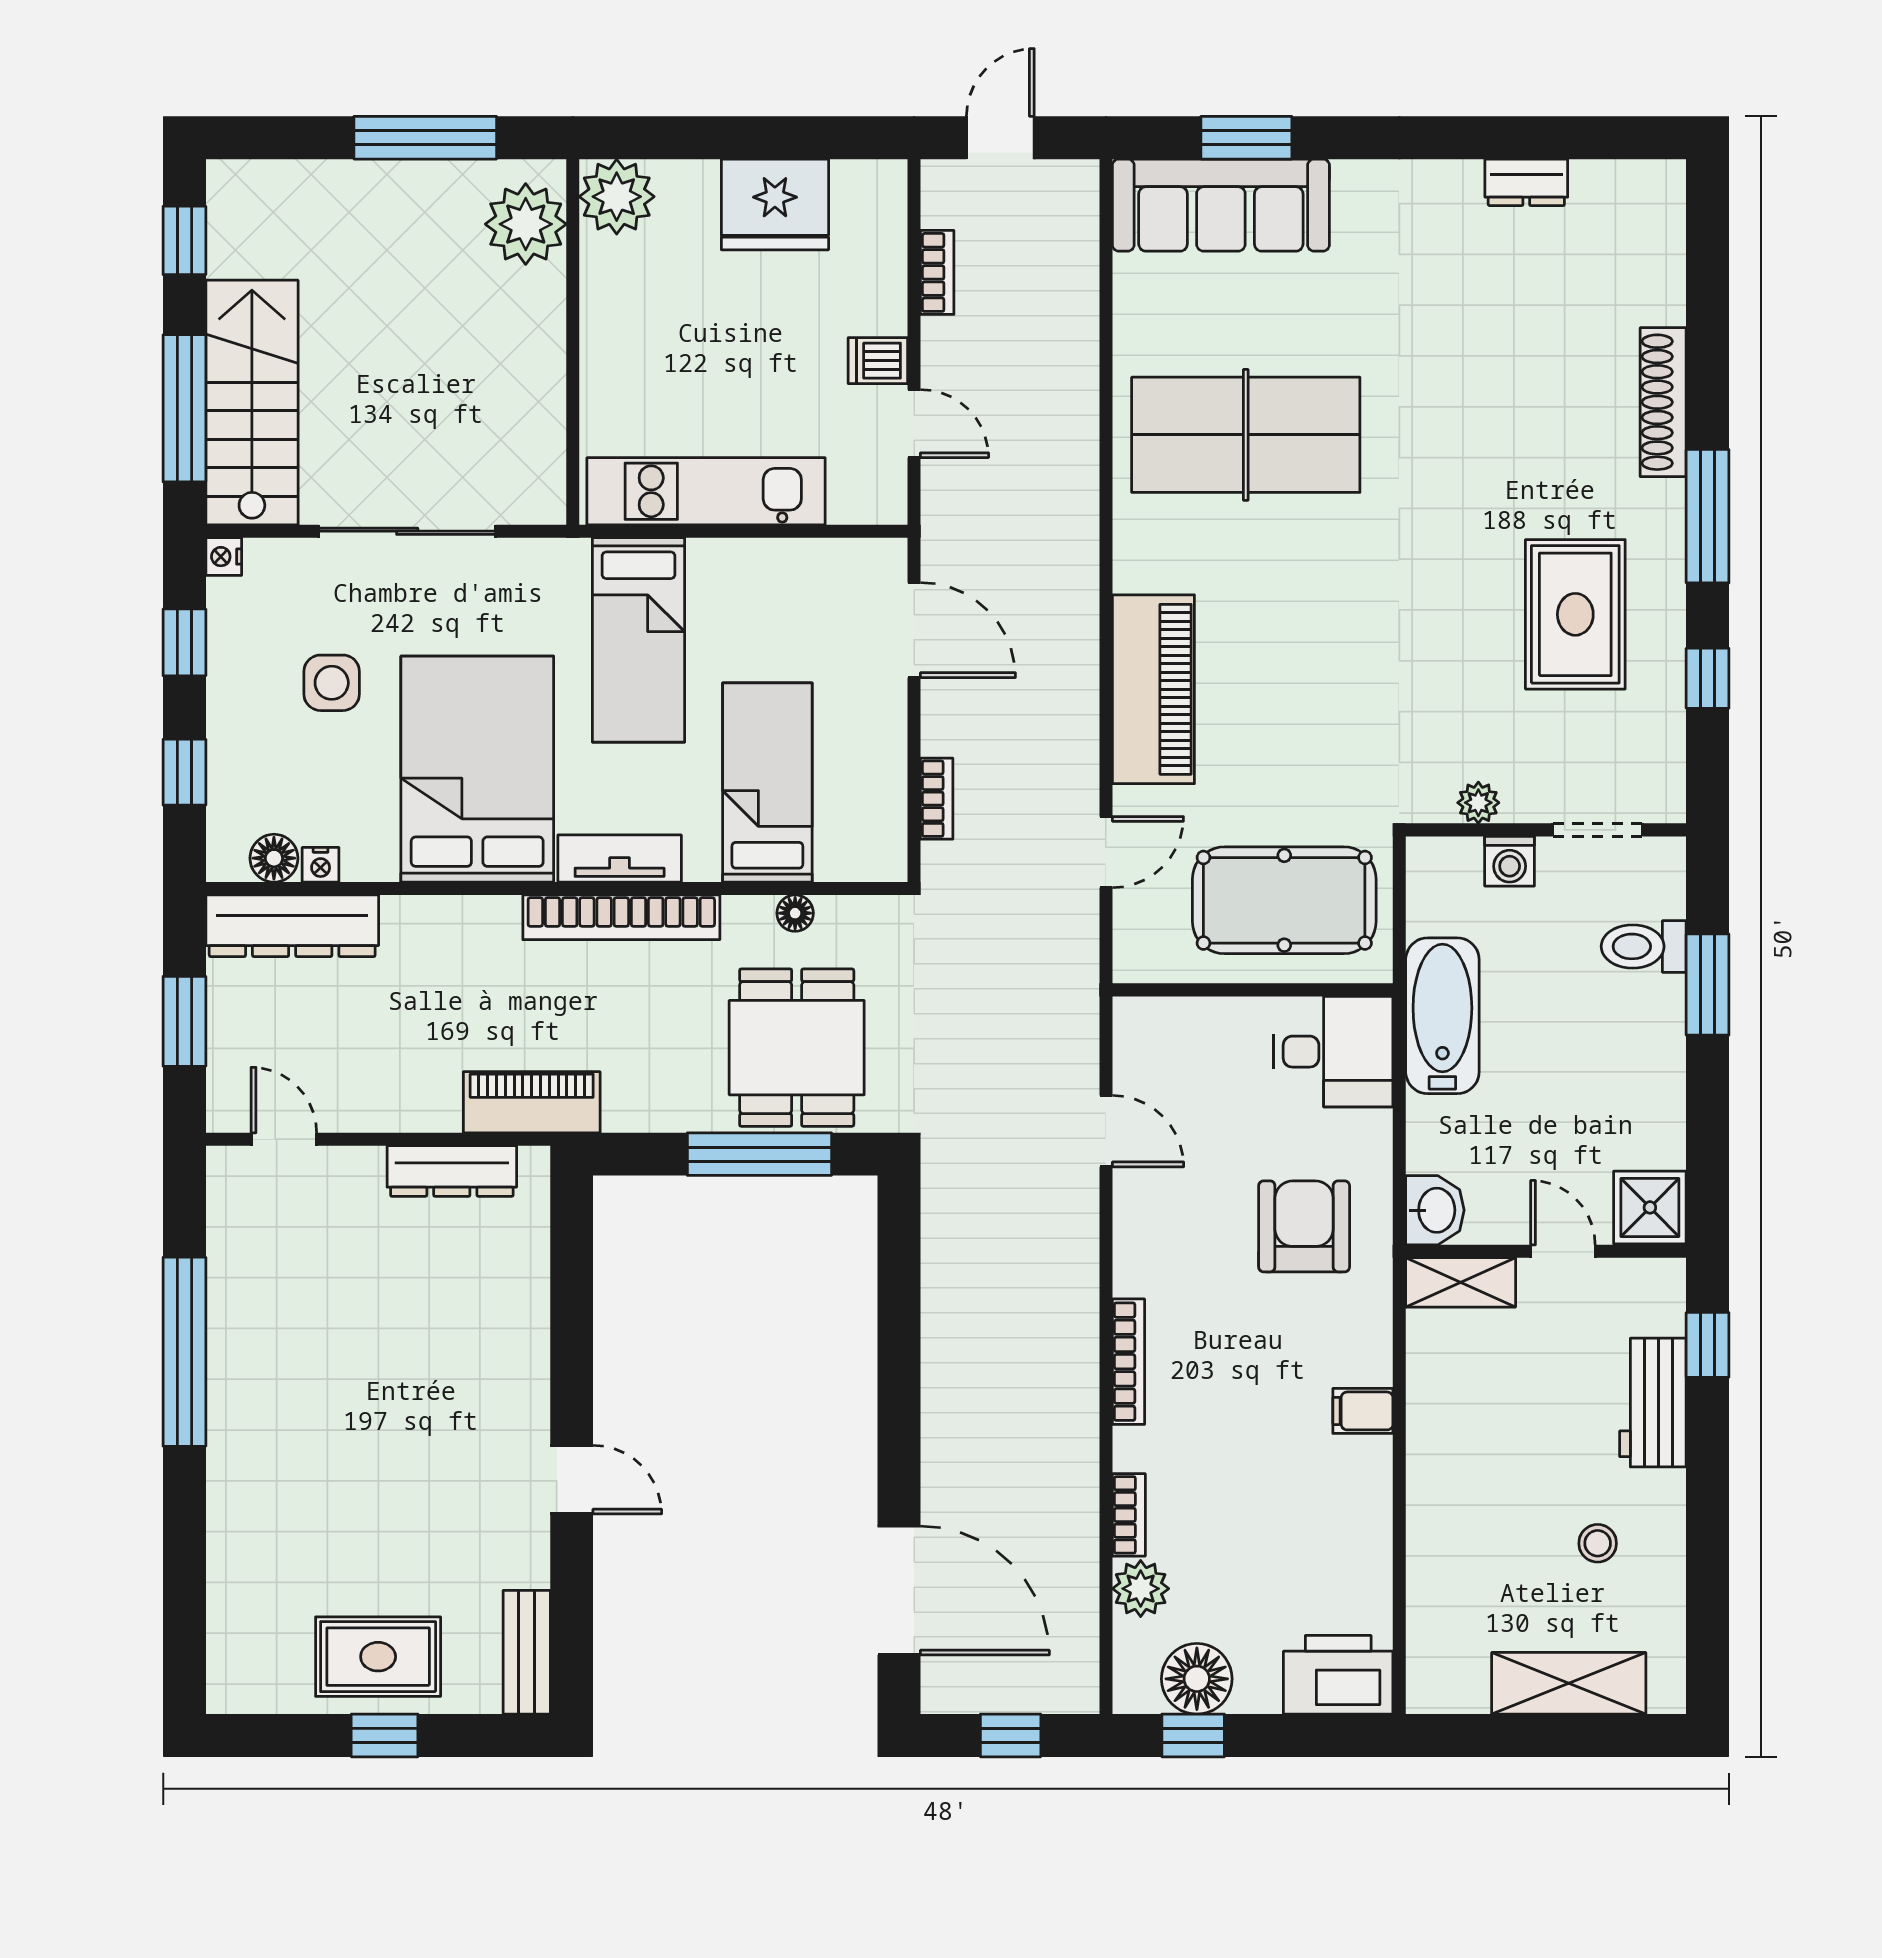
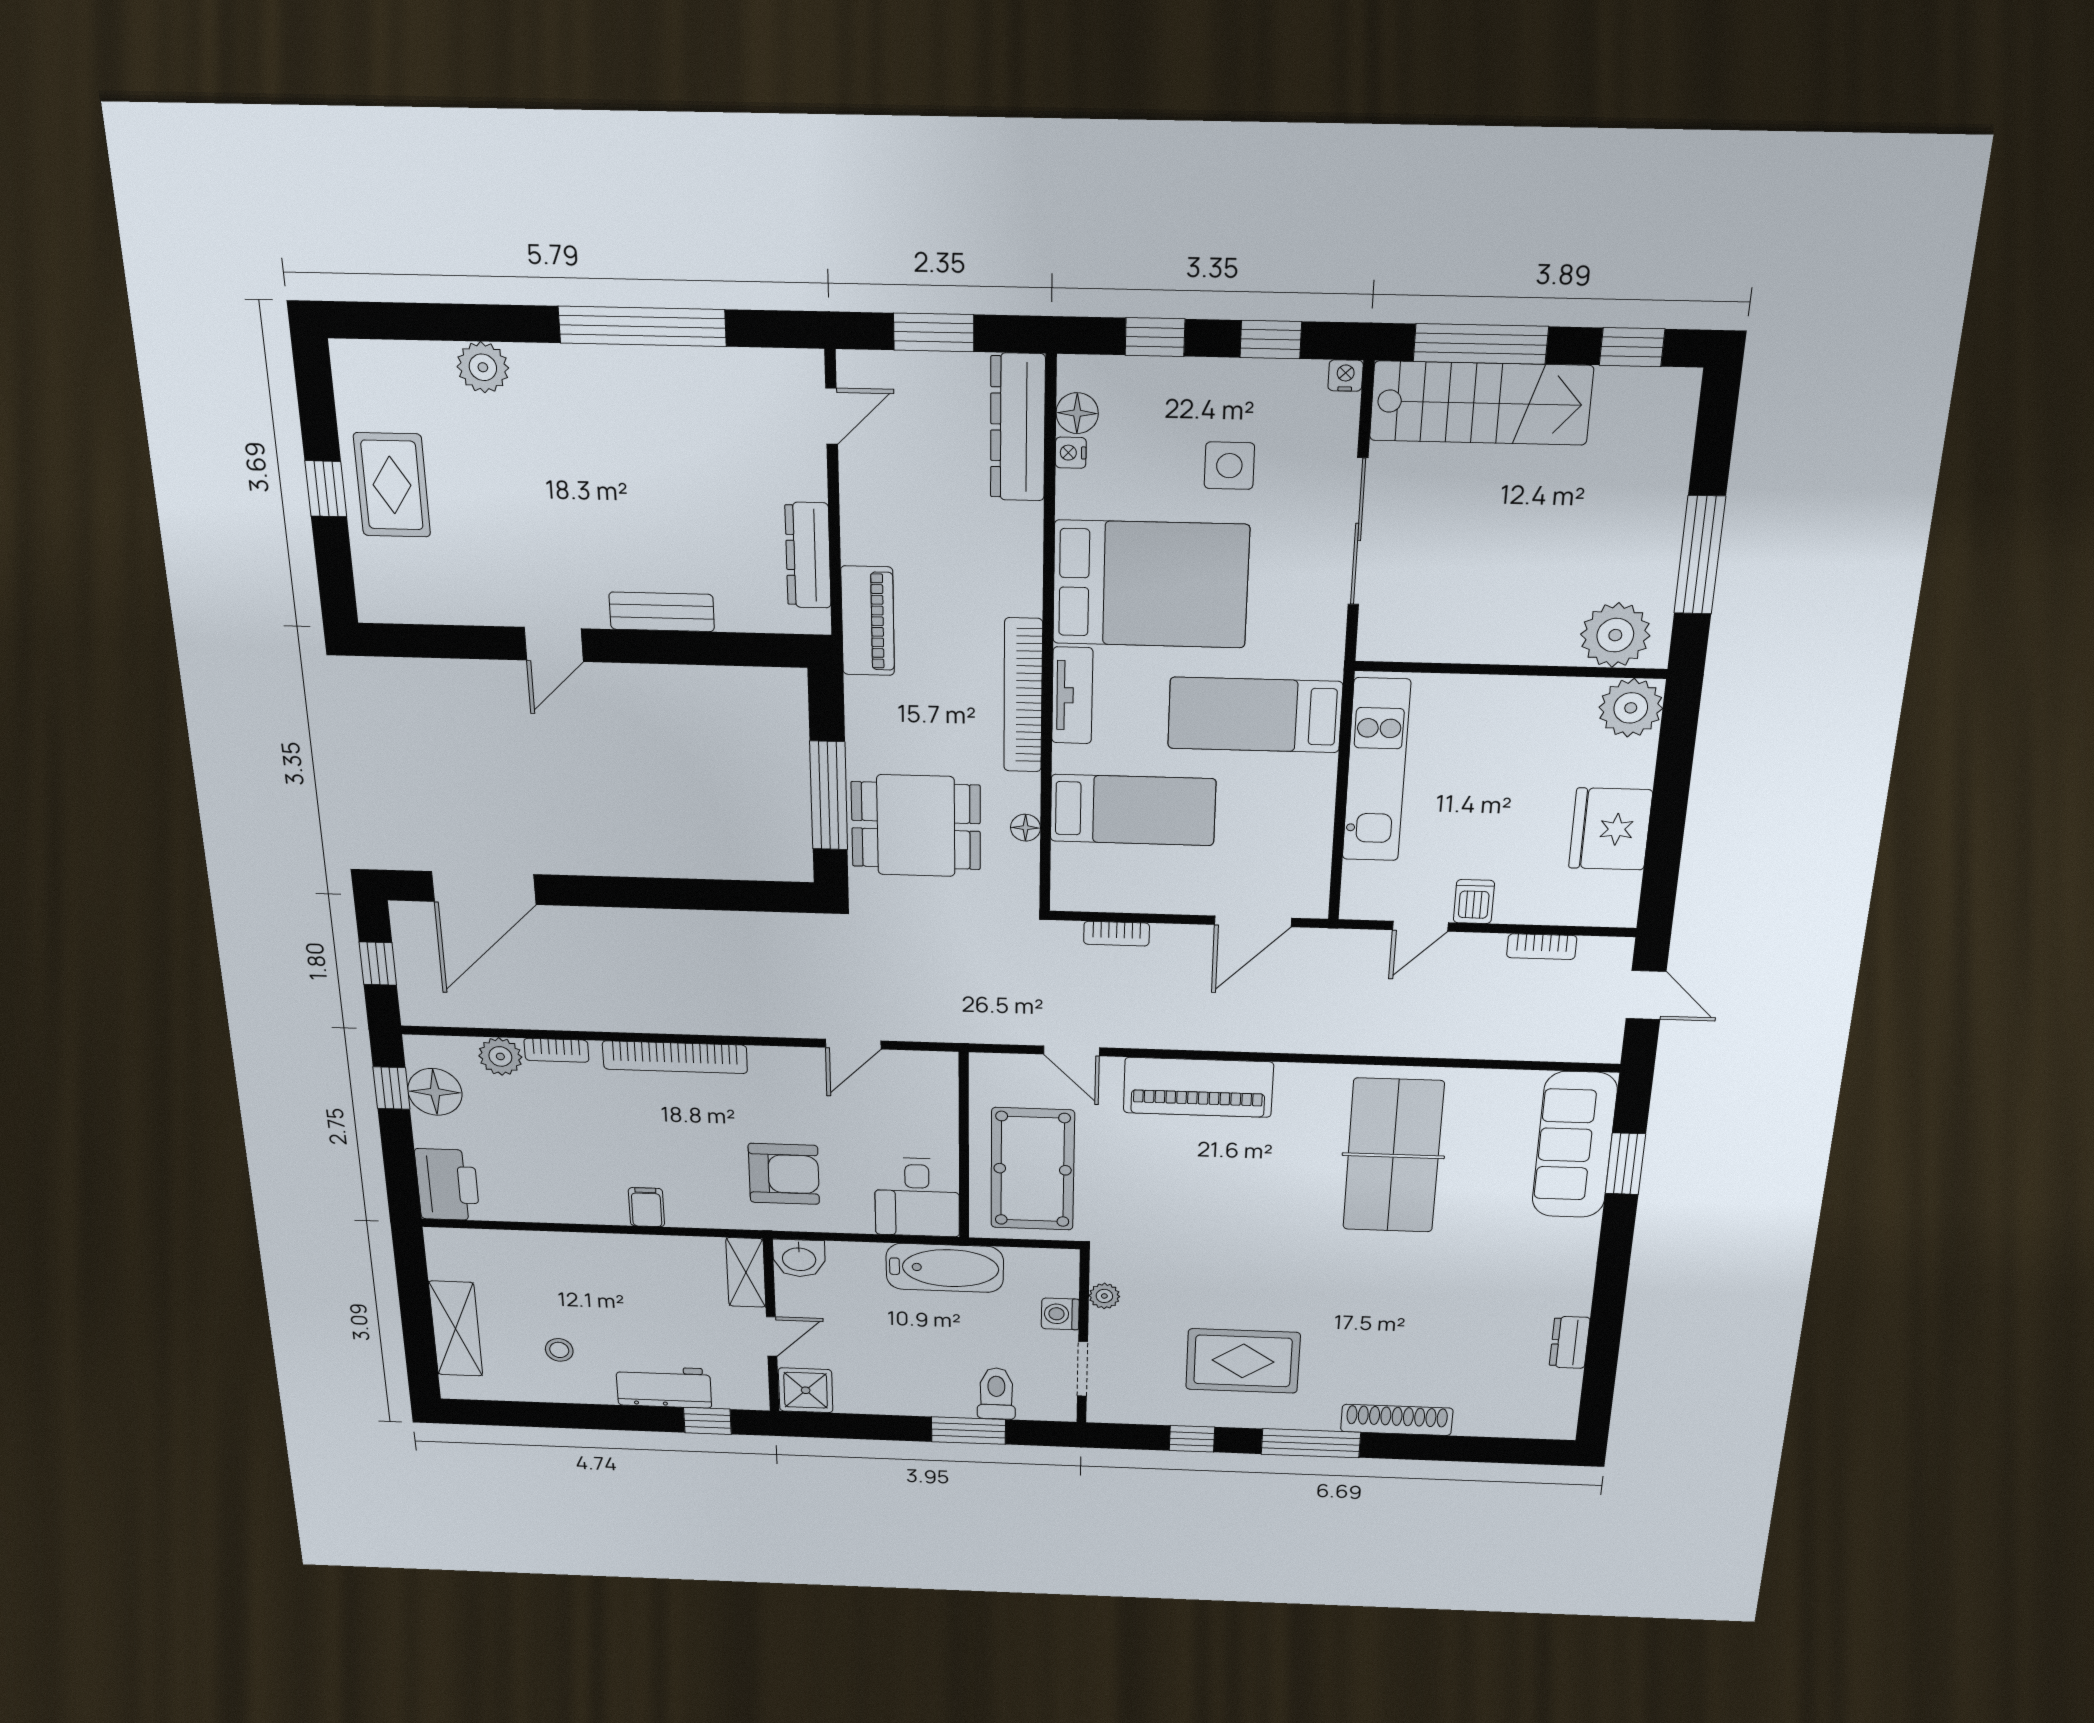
bookcase: (1128, 1362) -> (675, 1057), width x1.48, depth x1.31
plant: (236, 1538) -> (483, 367), added
bench: (527, 1652) -> (662, 612), moved

